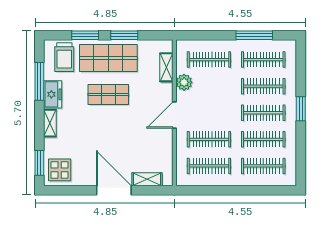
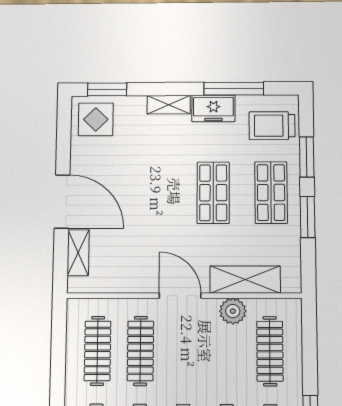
shop shelf: (108, 58) -> (271, 193), width x0.70, depth x0.74
shelving: (166, 67) -> (245, 280), width x1.50, depth x1.33
door: (114, 190) -> (62, 202), hinge flipped

